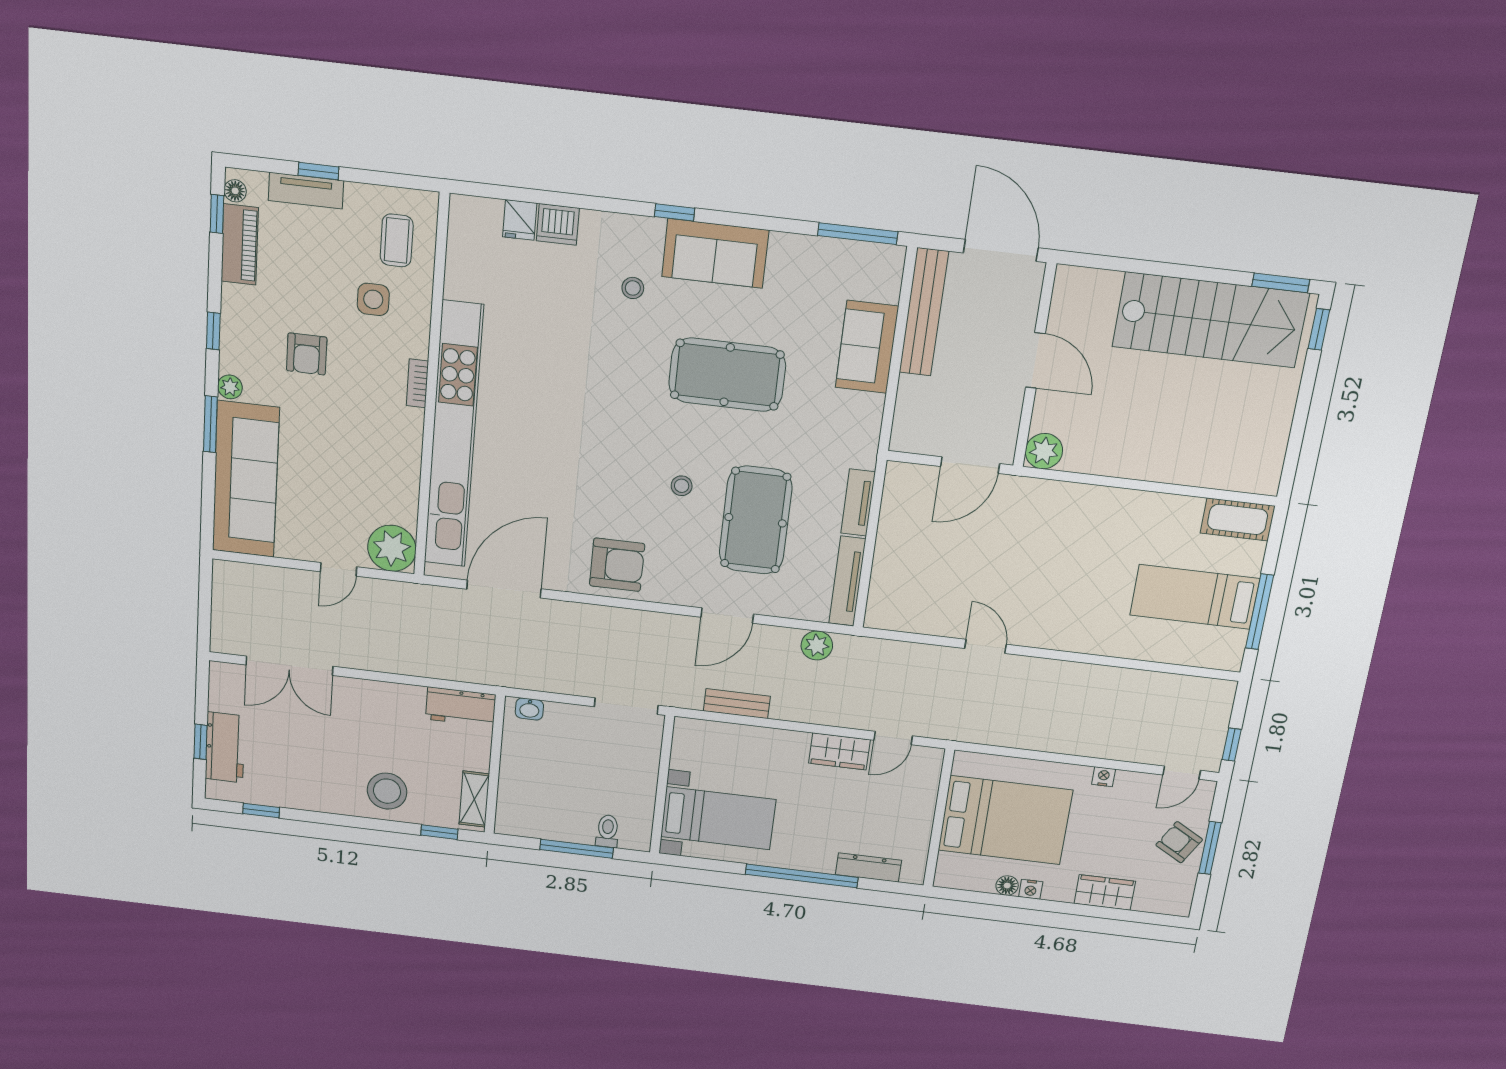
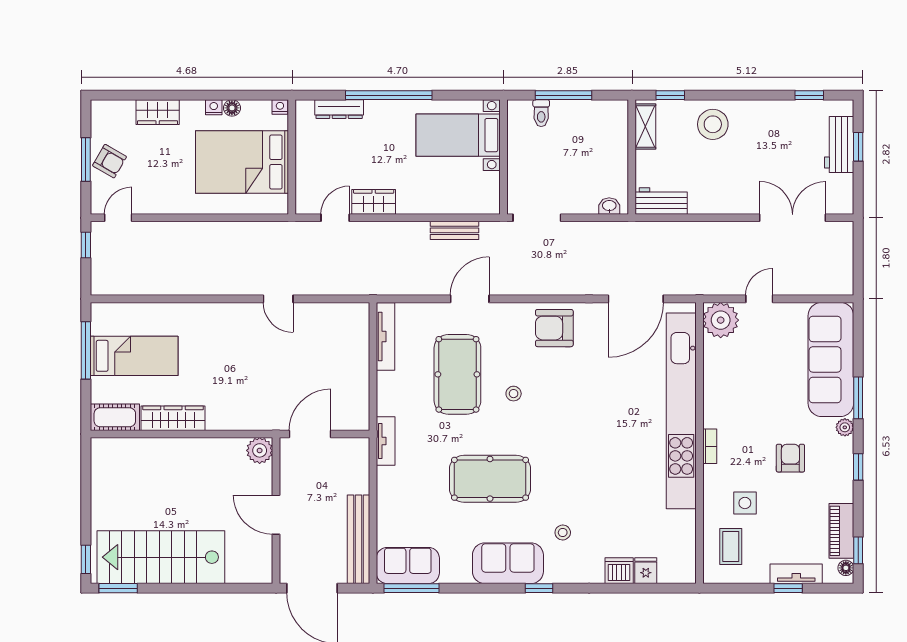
sofa: (867, 347) -> (408, 566), moved, turned -90
tv unit: (858, 503) -> (386, 441), moved
wardrobe: (1157, 509) -> (173, 418), added
plant: (817, 645) -> (401, 284), removed
nightstand: (1104, 777) -> (280, 107), moved, turned 180

